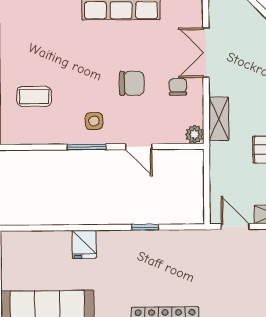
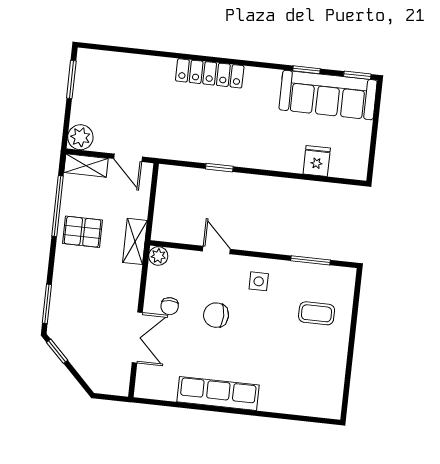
shelving: (219, 119) -> (135, 241), moved
window: (87, 147) -> (310, 260), moved
fridge: (84, 244) -> (317, 161), moved

